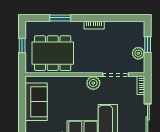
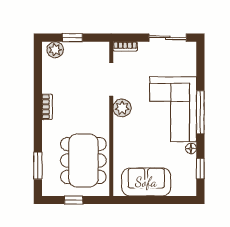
window: (60, 18) -> (38, 166), moved
plant: (138, 53) -> (55, 50), moved

